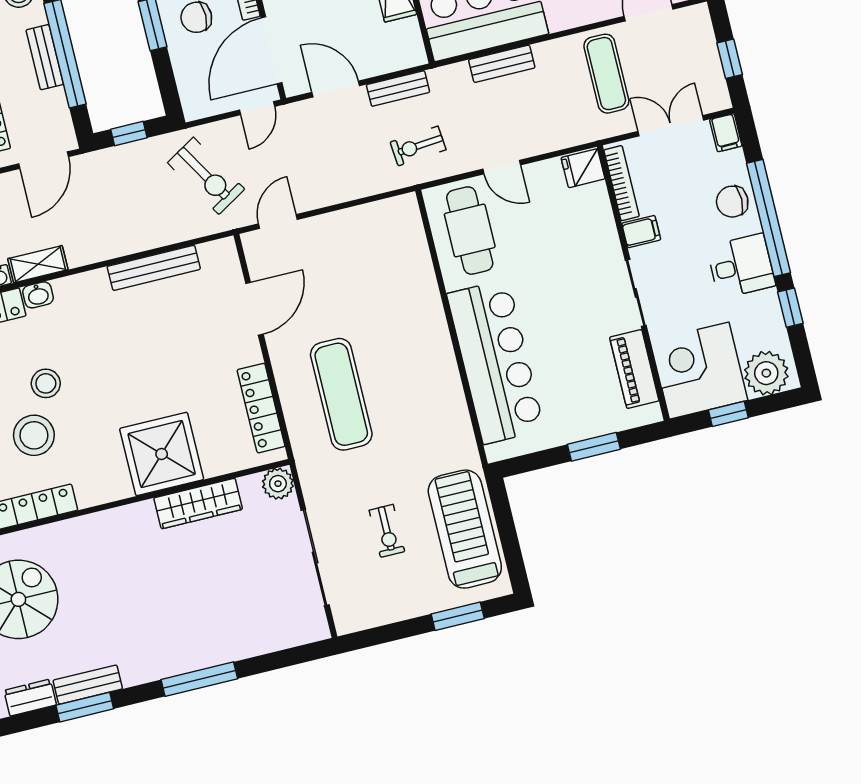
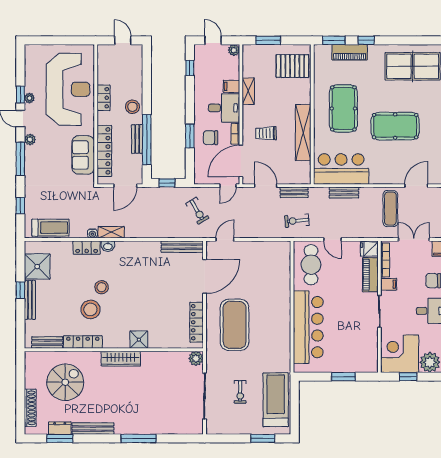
exercise bike: (206, 176) -> (197, 211), width x0.73, depth x0.72
bench: (154, 268) -> (182, 247), moved
door: (254, 309) -> (205, 276), width x1.36
piano: (634, 369) -> (370, 275), moved
exercise mat: (341, 394) -> (235, 325), width x1.47
shower: (162, 454) -> (139, 340), width x0.54, depth x0.54
wardrobe: (198, 504) -> (121, 359), moved
bench: (88, 685) -> (93, 429), width x1.36
window: (85, 707) -> (60, 438), moved

